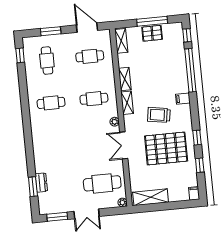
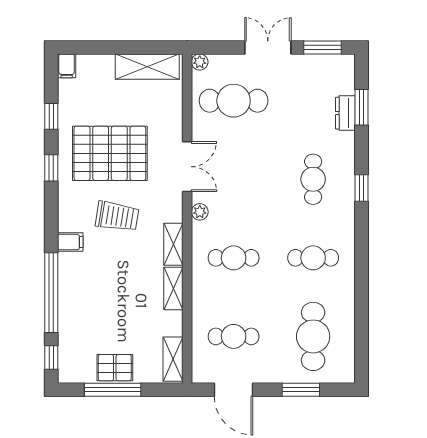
window: (20, 55) -> (362, 188), moved
cafe table: (47, 61) -> (313, 336), width x1.37, depth x1.35
cafe table: (55, 145) -> (313, 179), added

